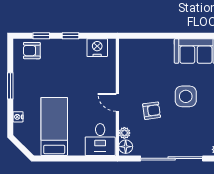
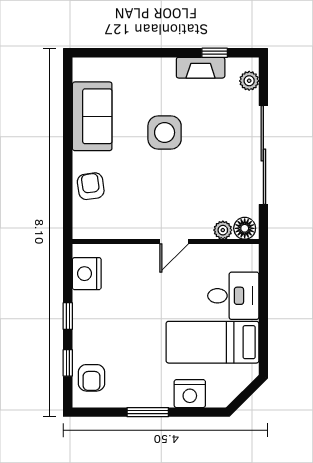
armchair: (152, 111) -> (91, 186), moved
nightstand: (18, 117) -> (190, 394), width x1.89, depth x1.79
desk: (100, 140) -> (233, 296), moved

